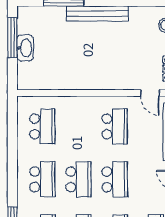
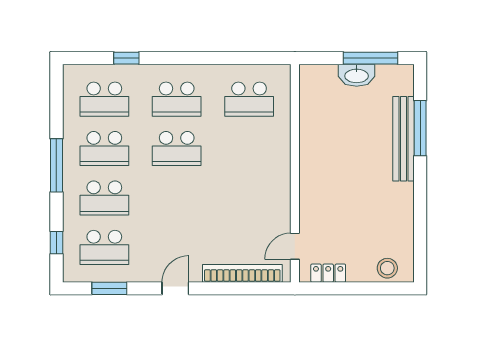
bench: (97, 14) -> (404, 139), moved
school desk: (115, 126) -> (249, 198), removed
school desk: (115, 179) -> (177, 198), removed

